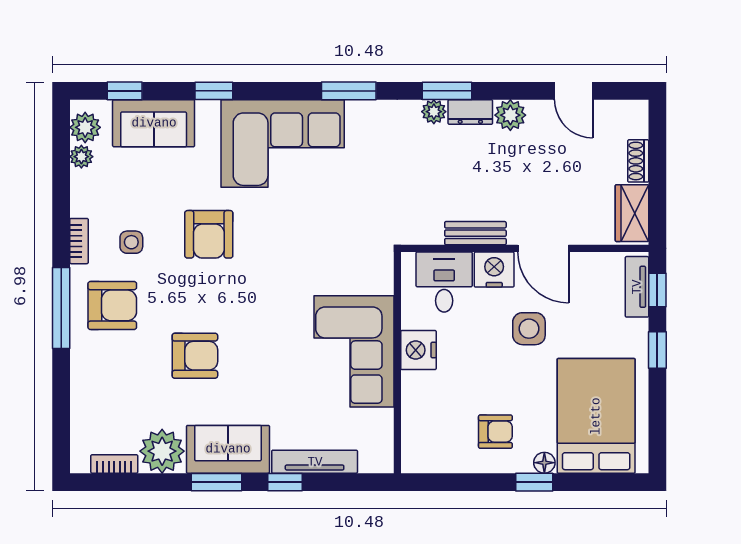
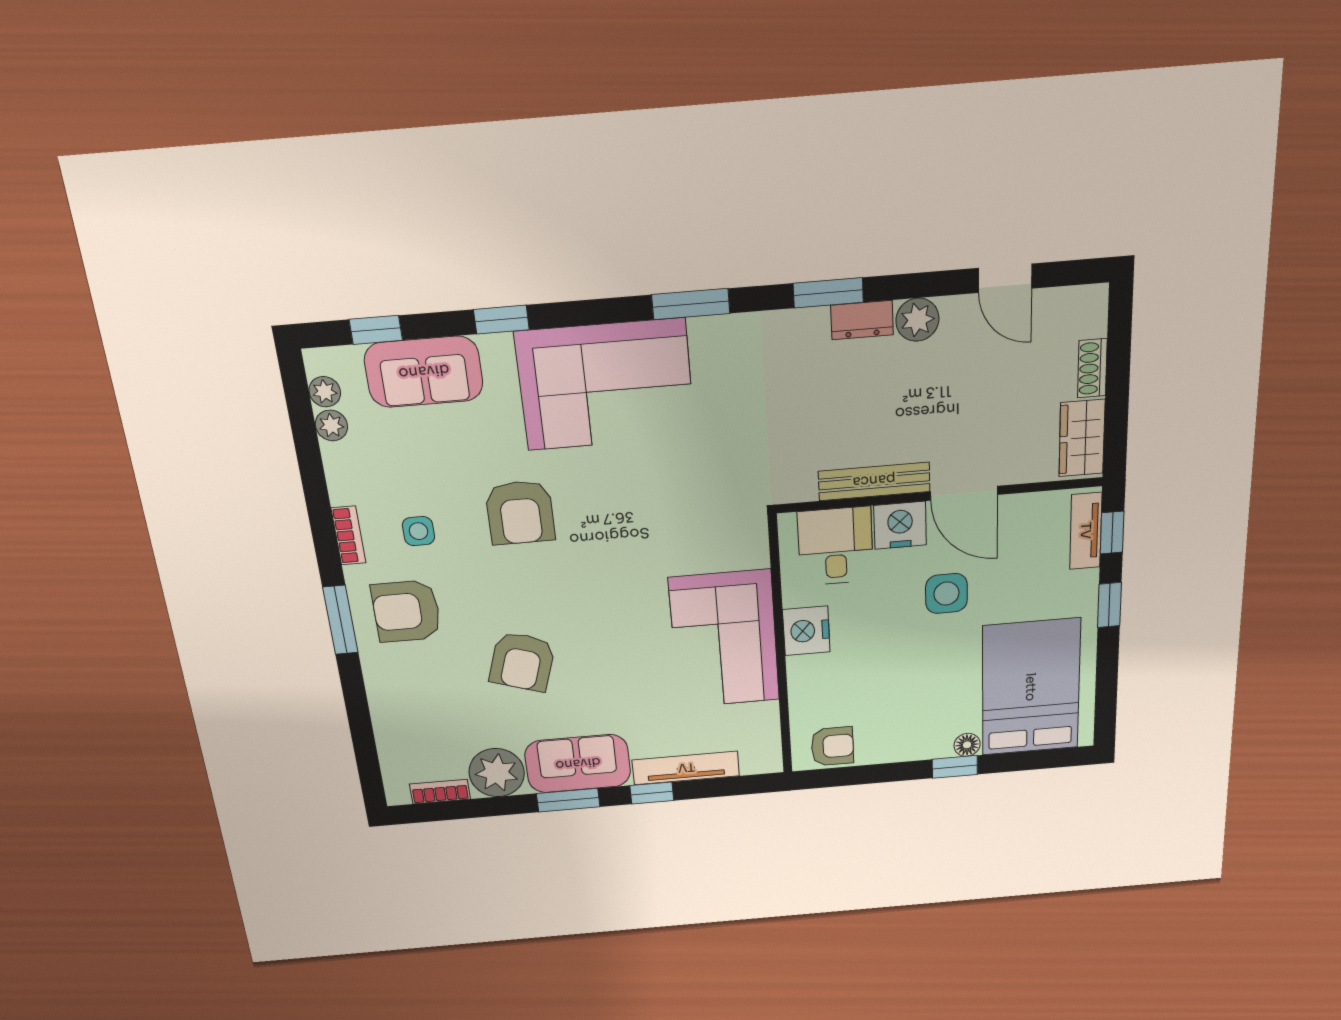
plant: (434, 112) -> (811, 324), removed
plant: (85, 127) -> (325, 392), width x0.73, depth x0.73
bench: (475, 233) -> (874, 481), width x1.36
armchair: (112, 305) -> (406, 611), turned 180
window: (61, 308) -> (340, 620), width x0.69
armchair: (195, 356) -> (522, 662), turned 108
armchair: (495, 432) -> (832, 746), moved

